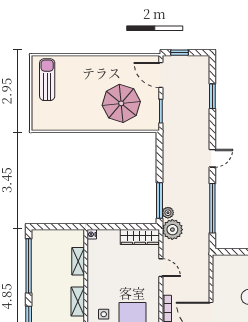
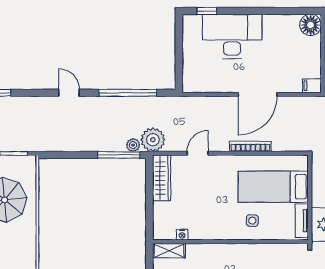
nightstand: (92, 234) -> (182, 235), moved
shelving: (78, 261) -> (169, 251), moved
shelving: (78, 302) -> (237, 251), removed

